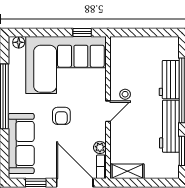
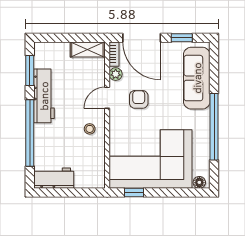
workbench: (169, 80) -> (54, 178), moved, turned -90
door: (108, 111) -> (107, 98), moved
armchair: (61, 116) -> (139, 99), moved

